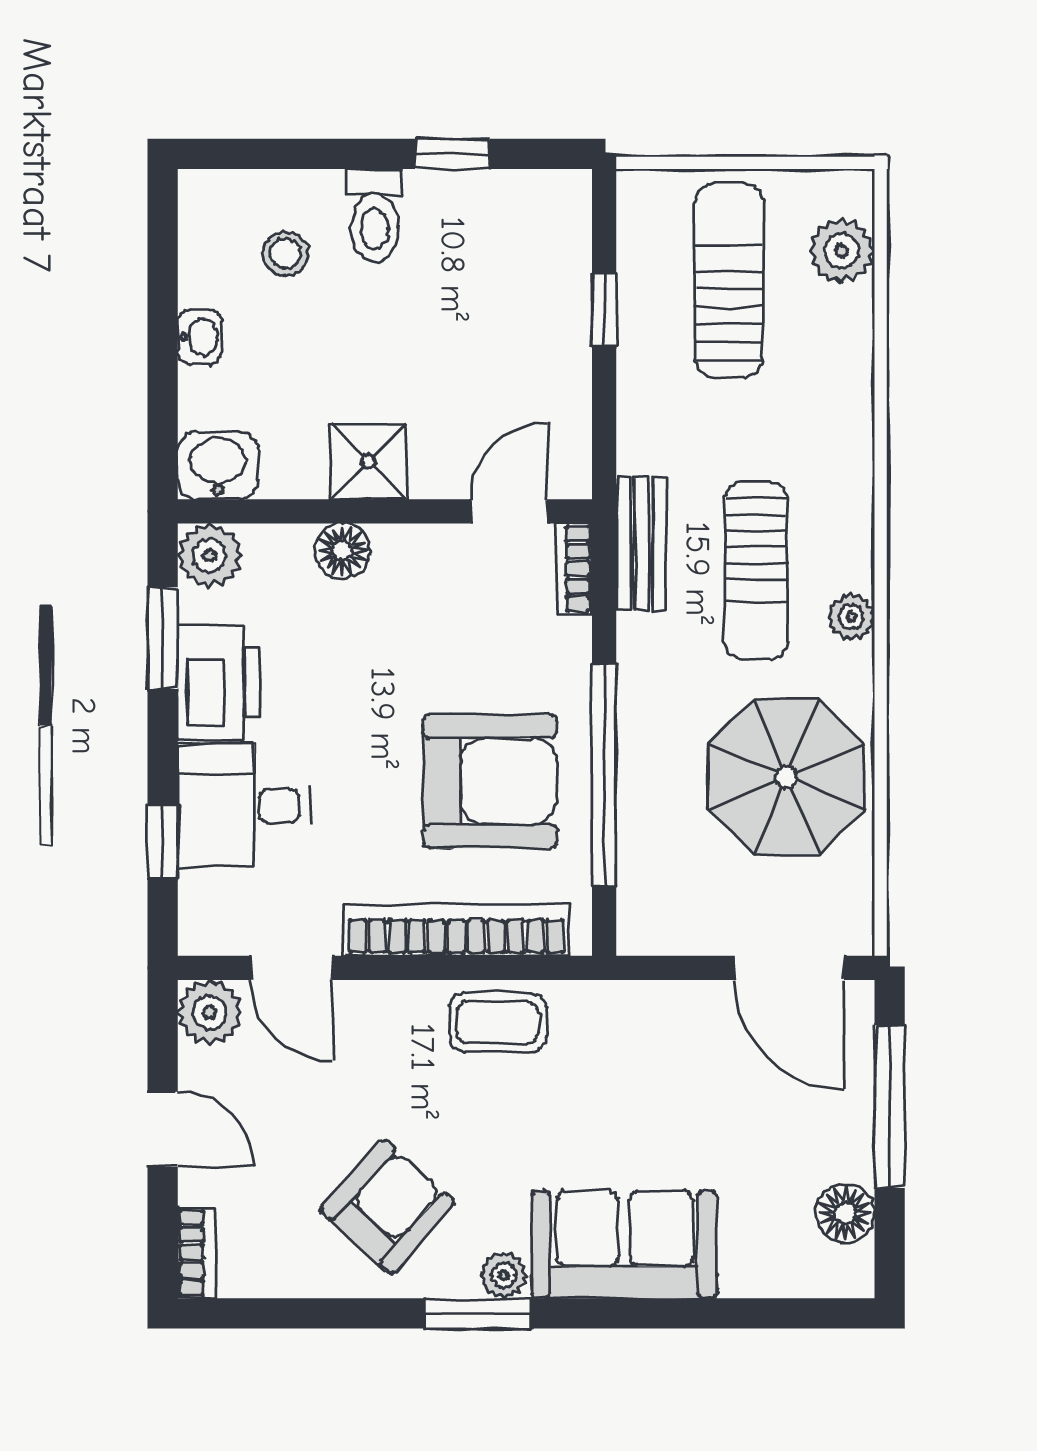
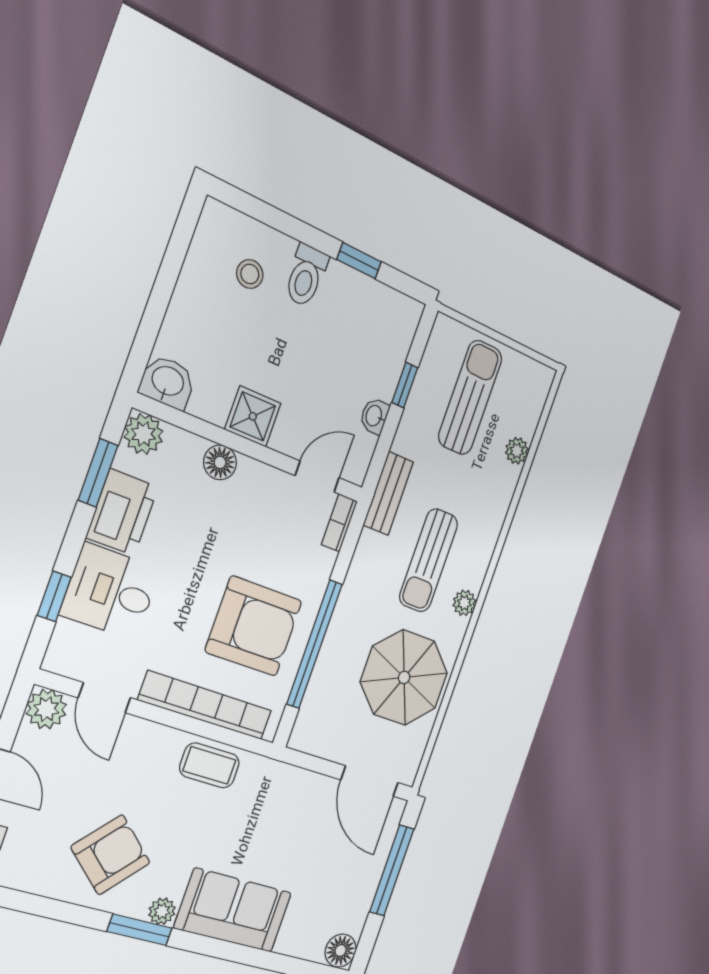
plant: (842, 251) -> (517, 451), moved, width x0.73, depth x0.73
washbasin: (200, 337) -> (374, 416), moved, turned 180
bench: (642, 543) -> (388, 493), moved
floor lamp: (845, 1213) -> (341, 951), moved

